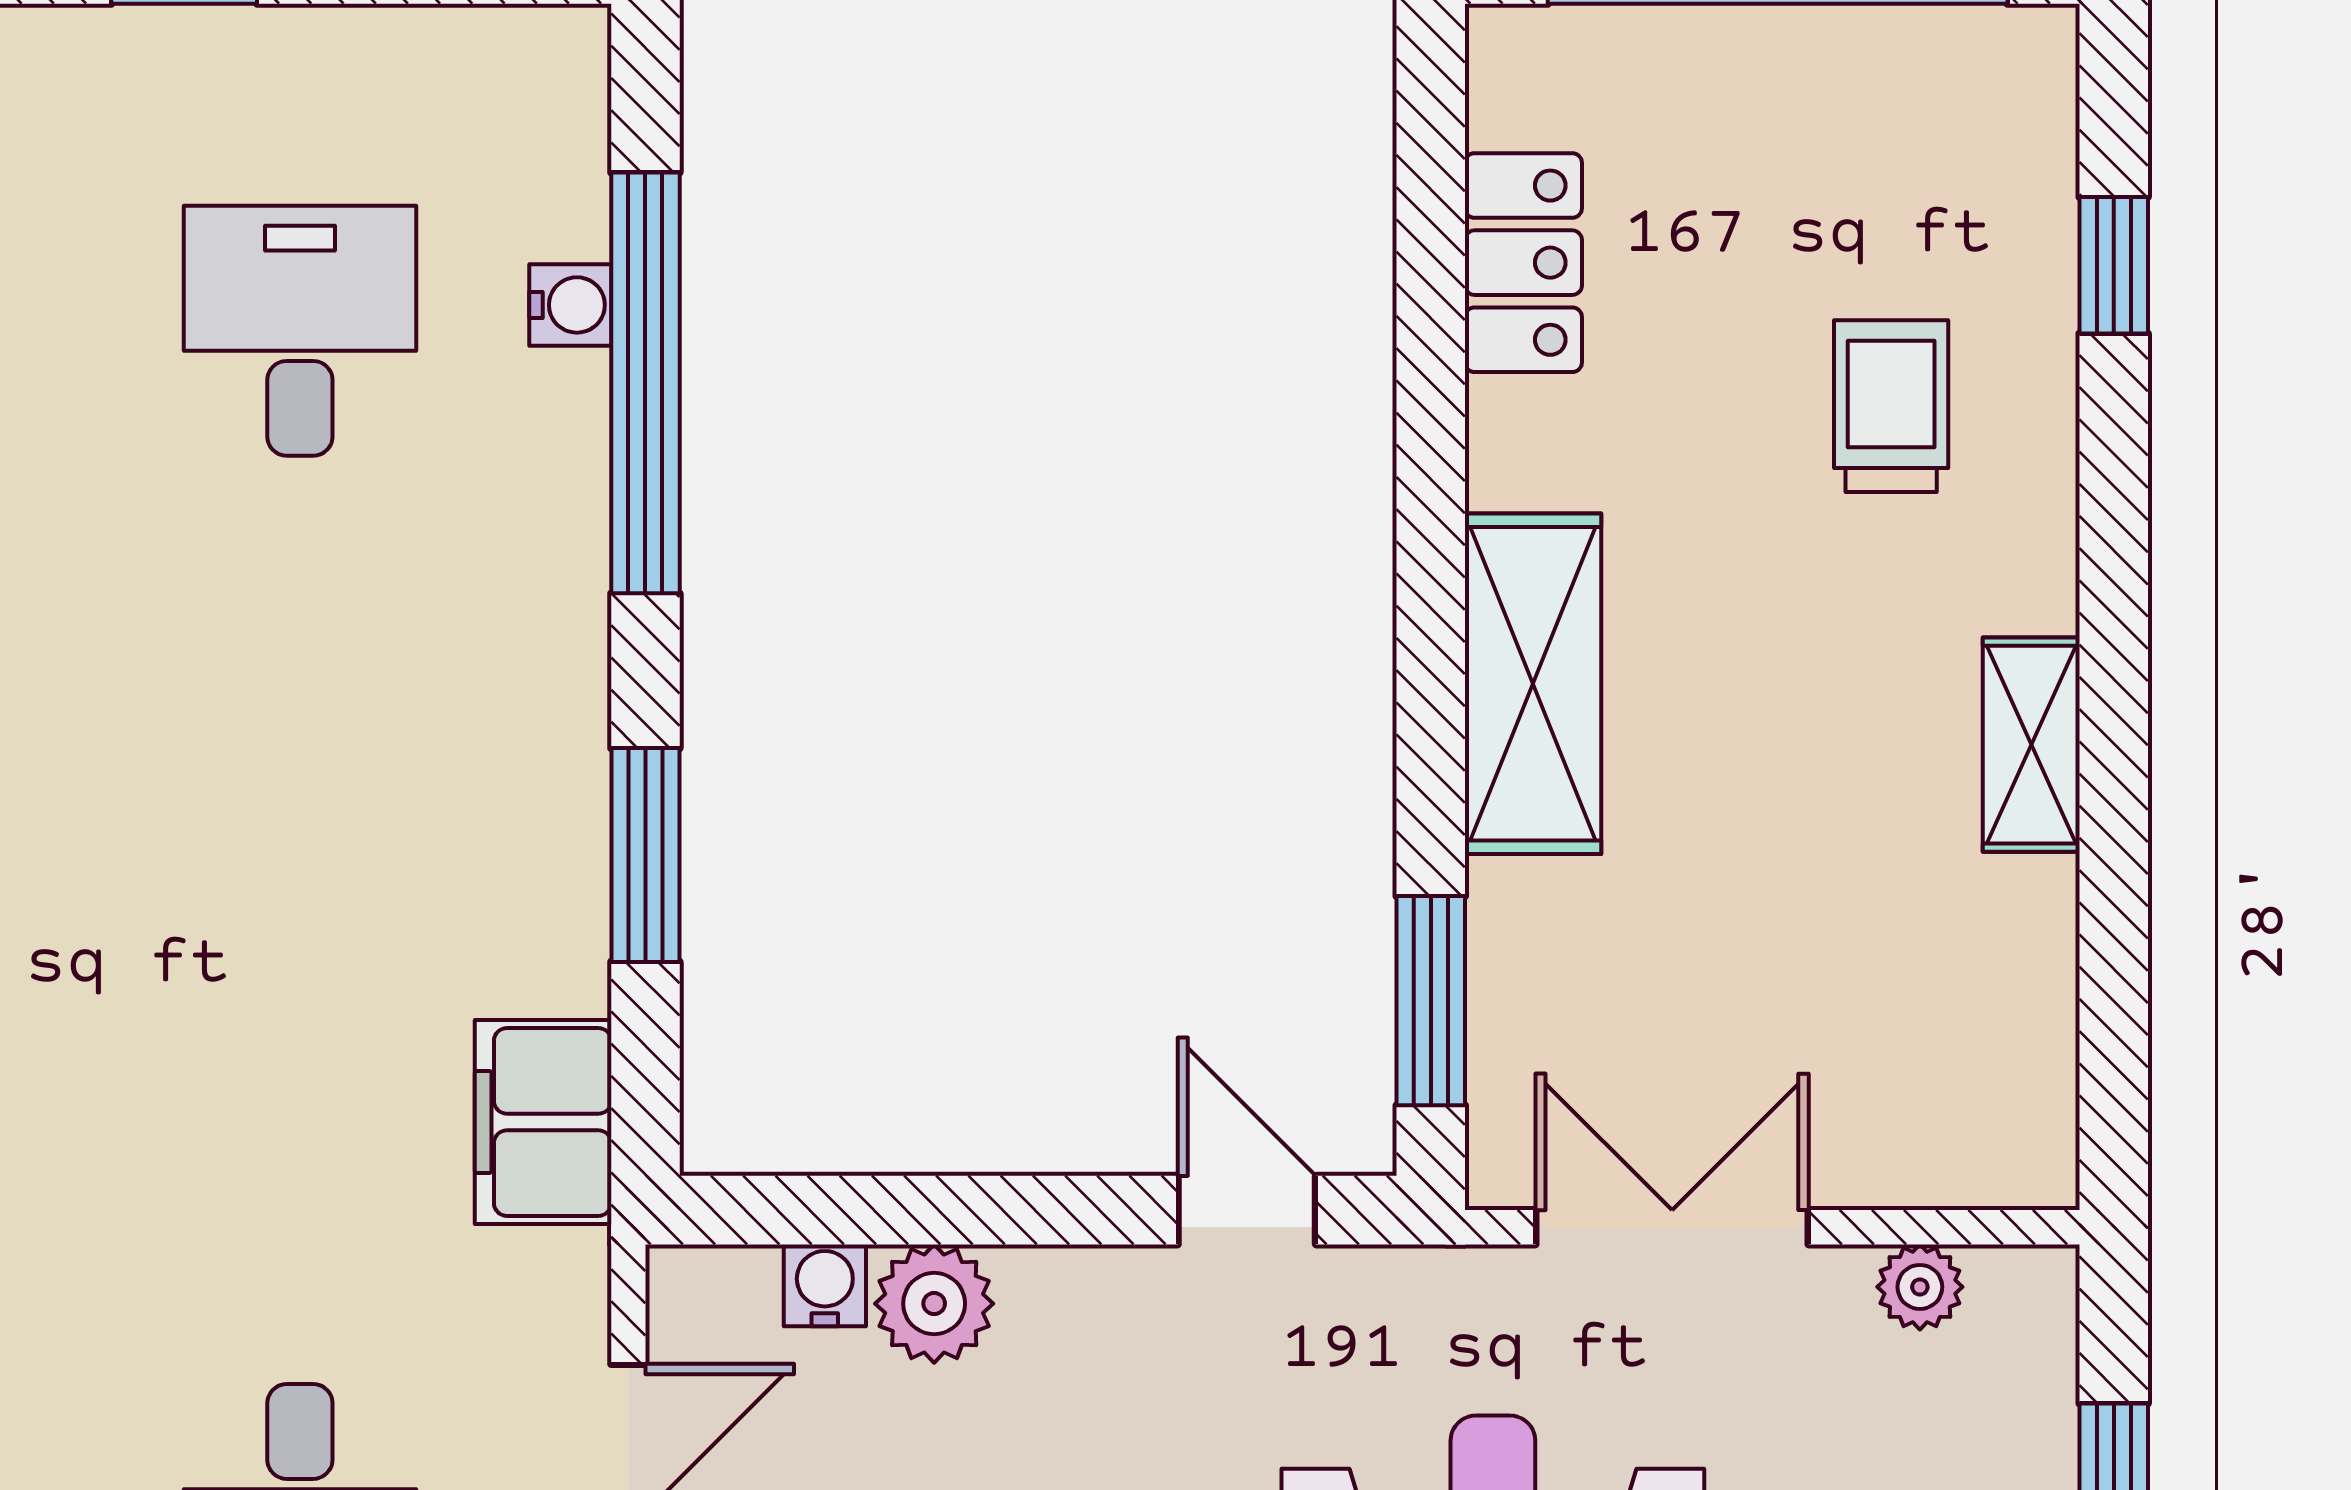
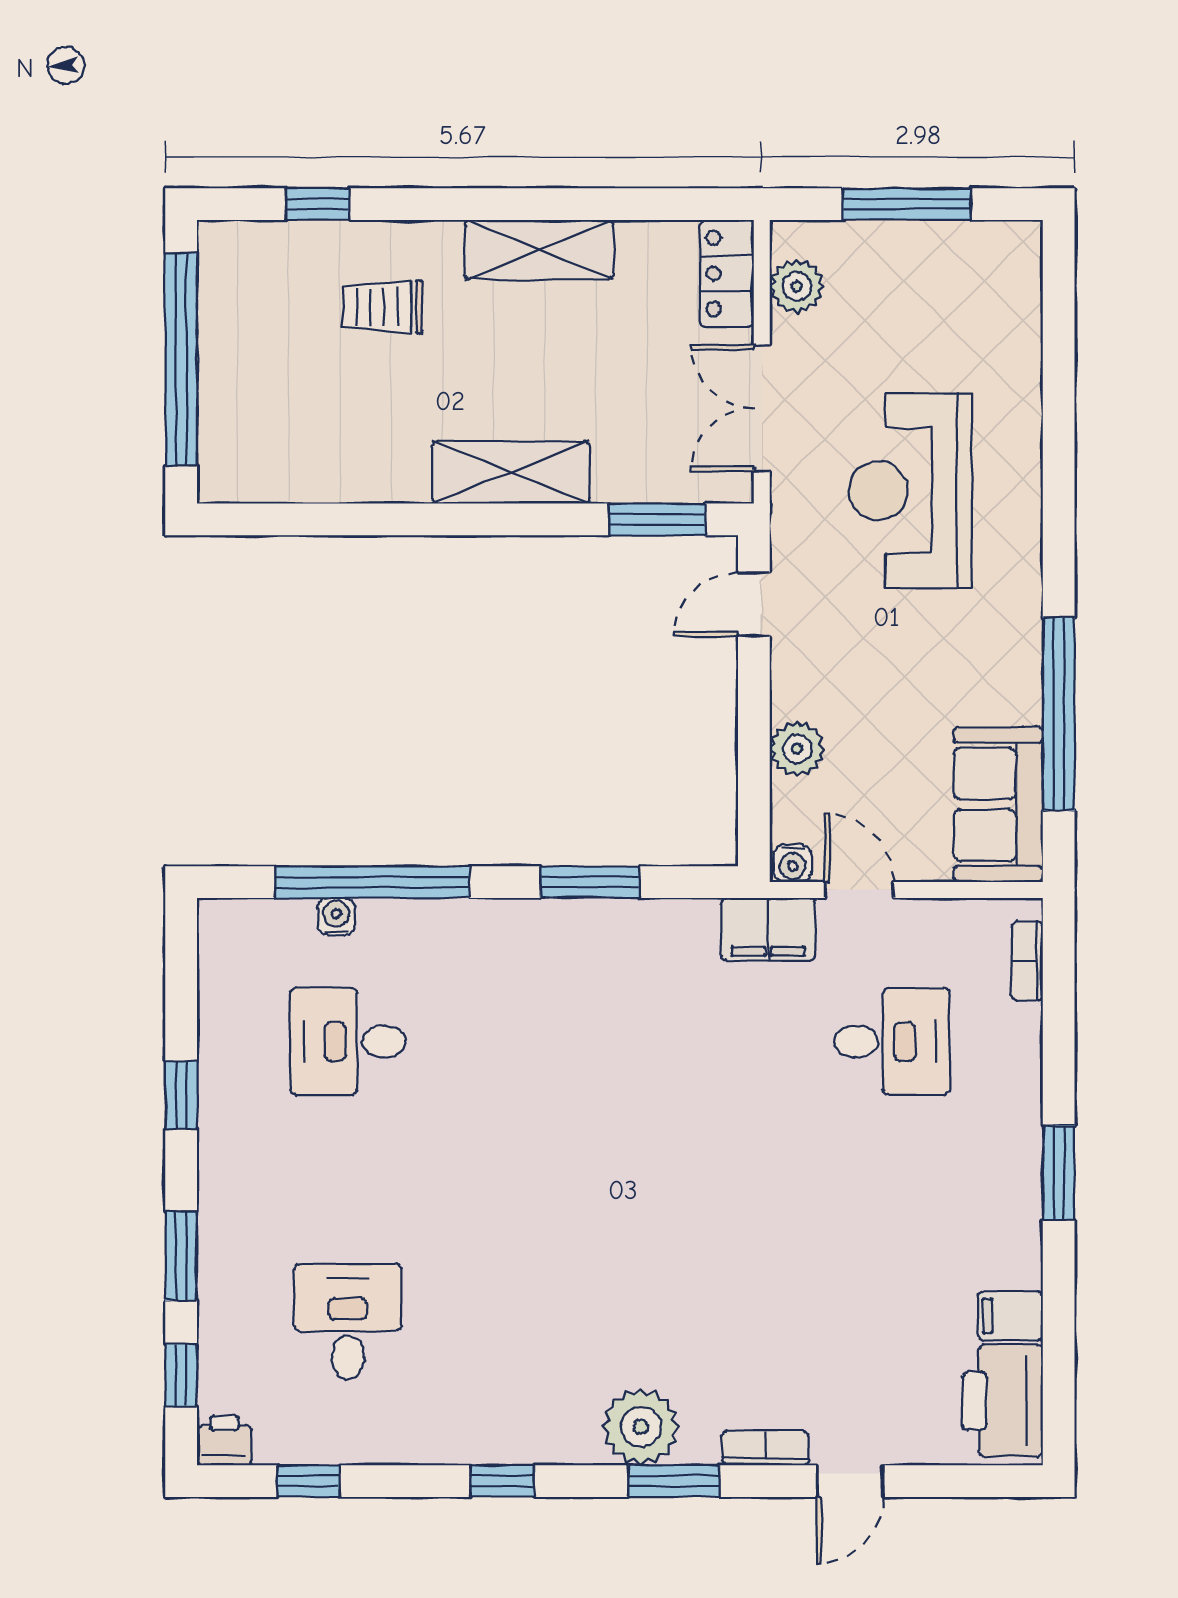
locker: (1523, 263) -> (727, 273), moved, turned -90
shelving: (2031, 745) -> (539, 250), width x1.50, depth x1.33
filing cabinet: (543, 1122) -> (768, 929), moved
water cooler: (825, 1285) -> (793, 863), moved, turned -90
plant: (1920, 1287) -> (797, 286), width x1.38, depth x1.38

